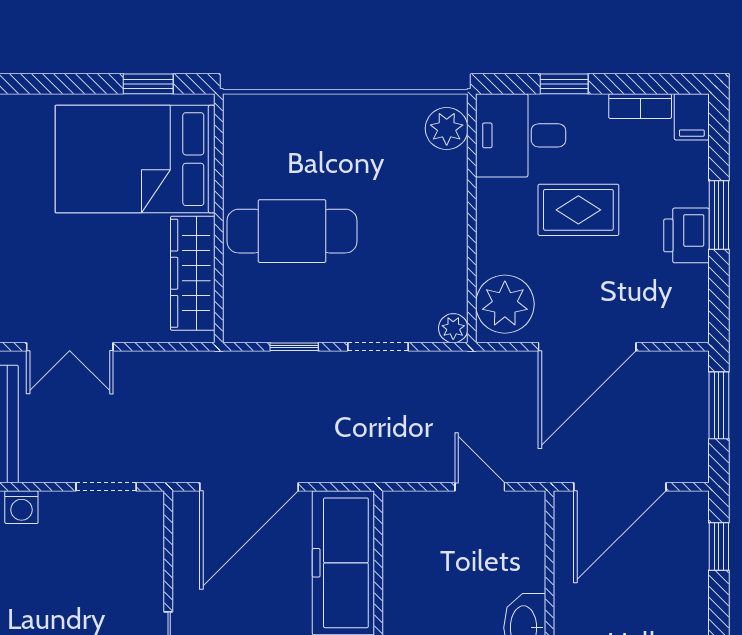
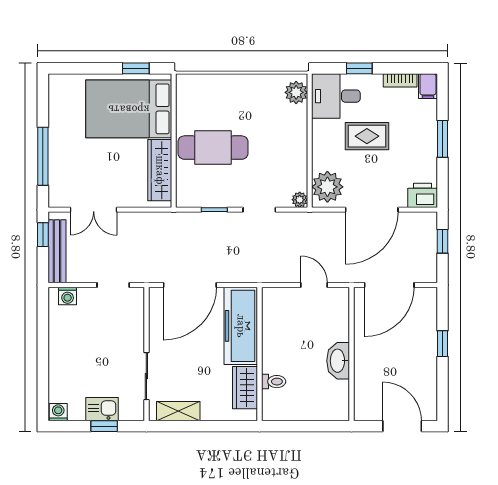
printer: (686, 235) -> (423, 195), moved, turned 90
window: (719, 405) -> (443, 241), width x0.67
window: (719, 546) -> (443, 344), moved

